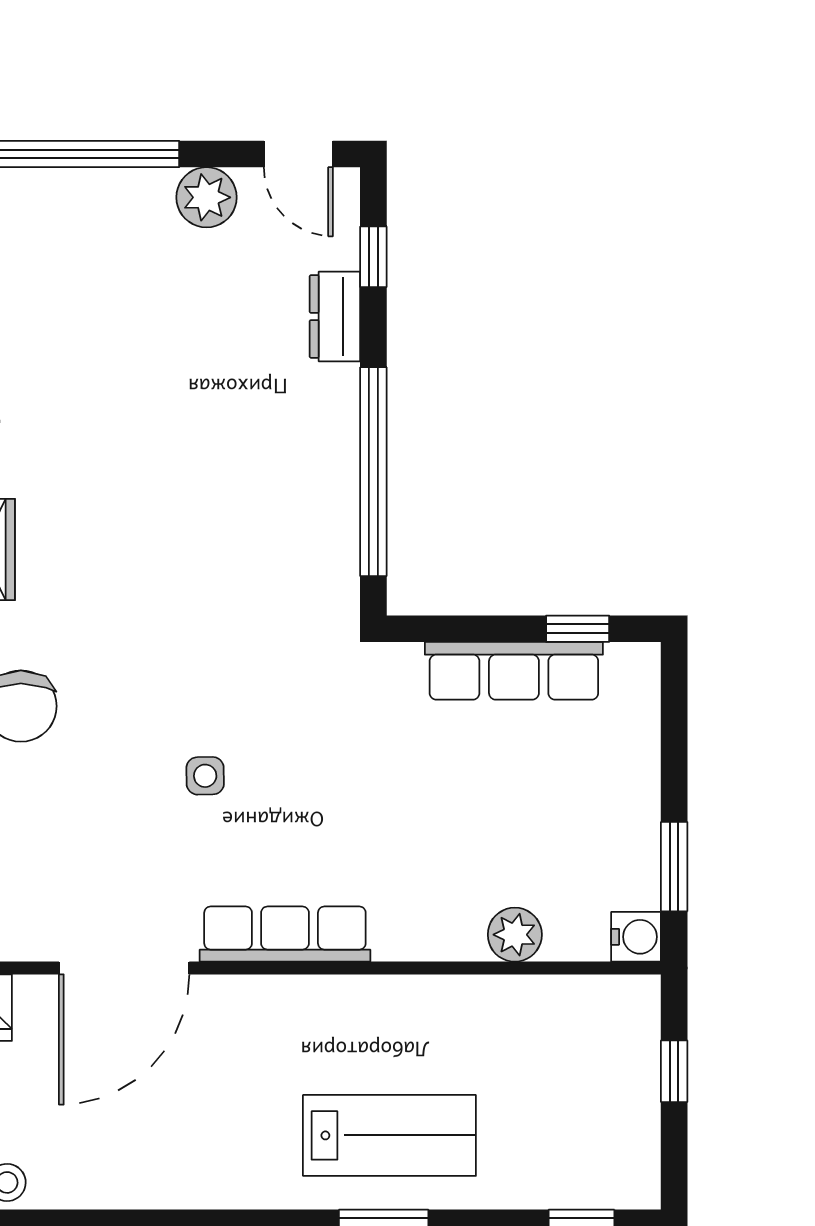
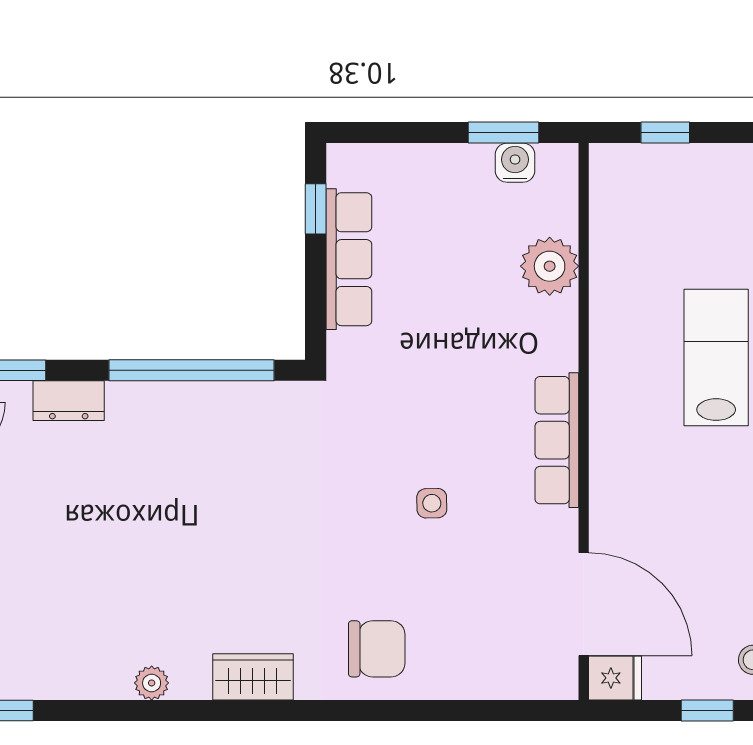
plant: (515, 935) -> (550, 266), width x1.36, depth x1.36
water cooler: (636, 937) -> (515, 163), moved
door: (124, 968) -> (584, 604), moved

